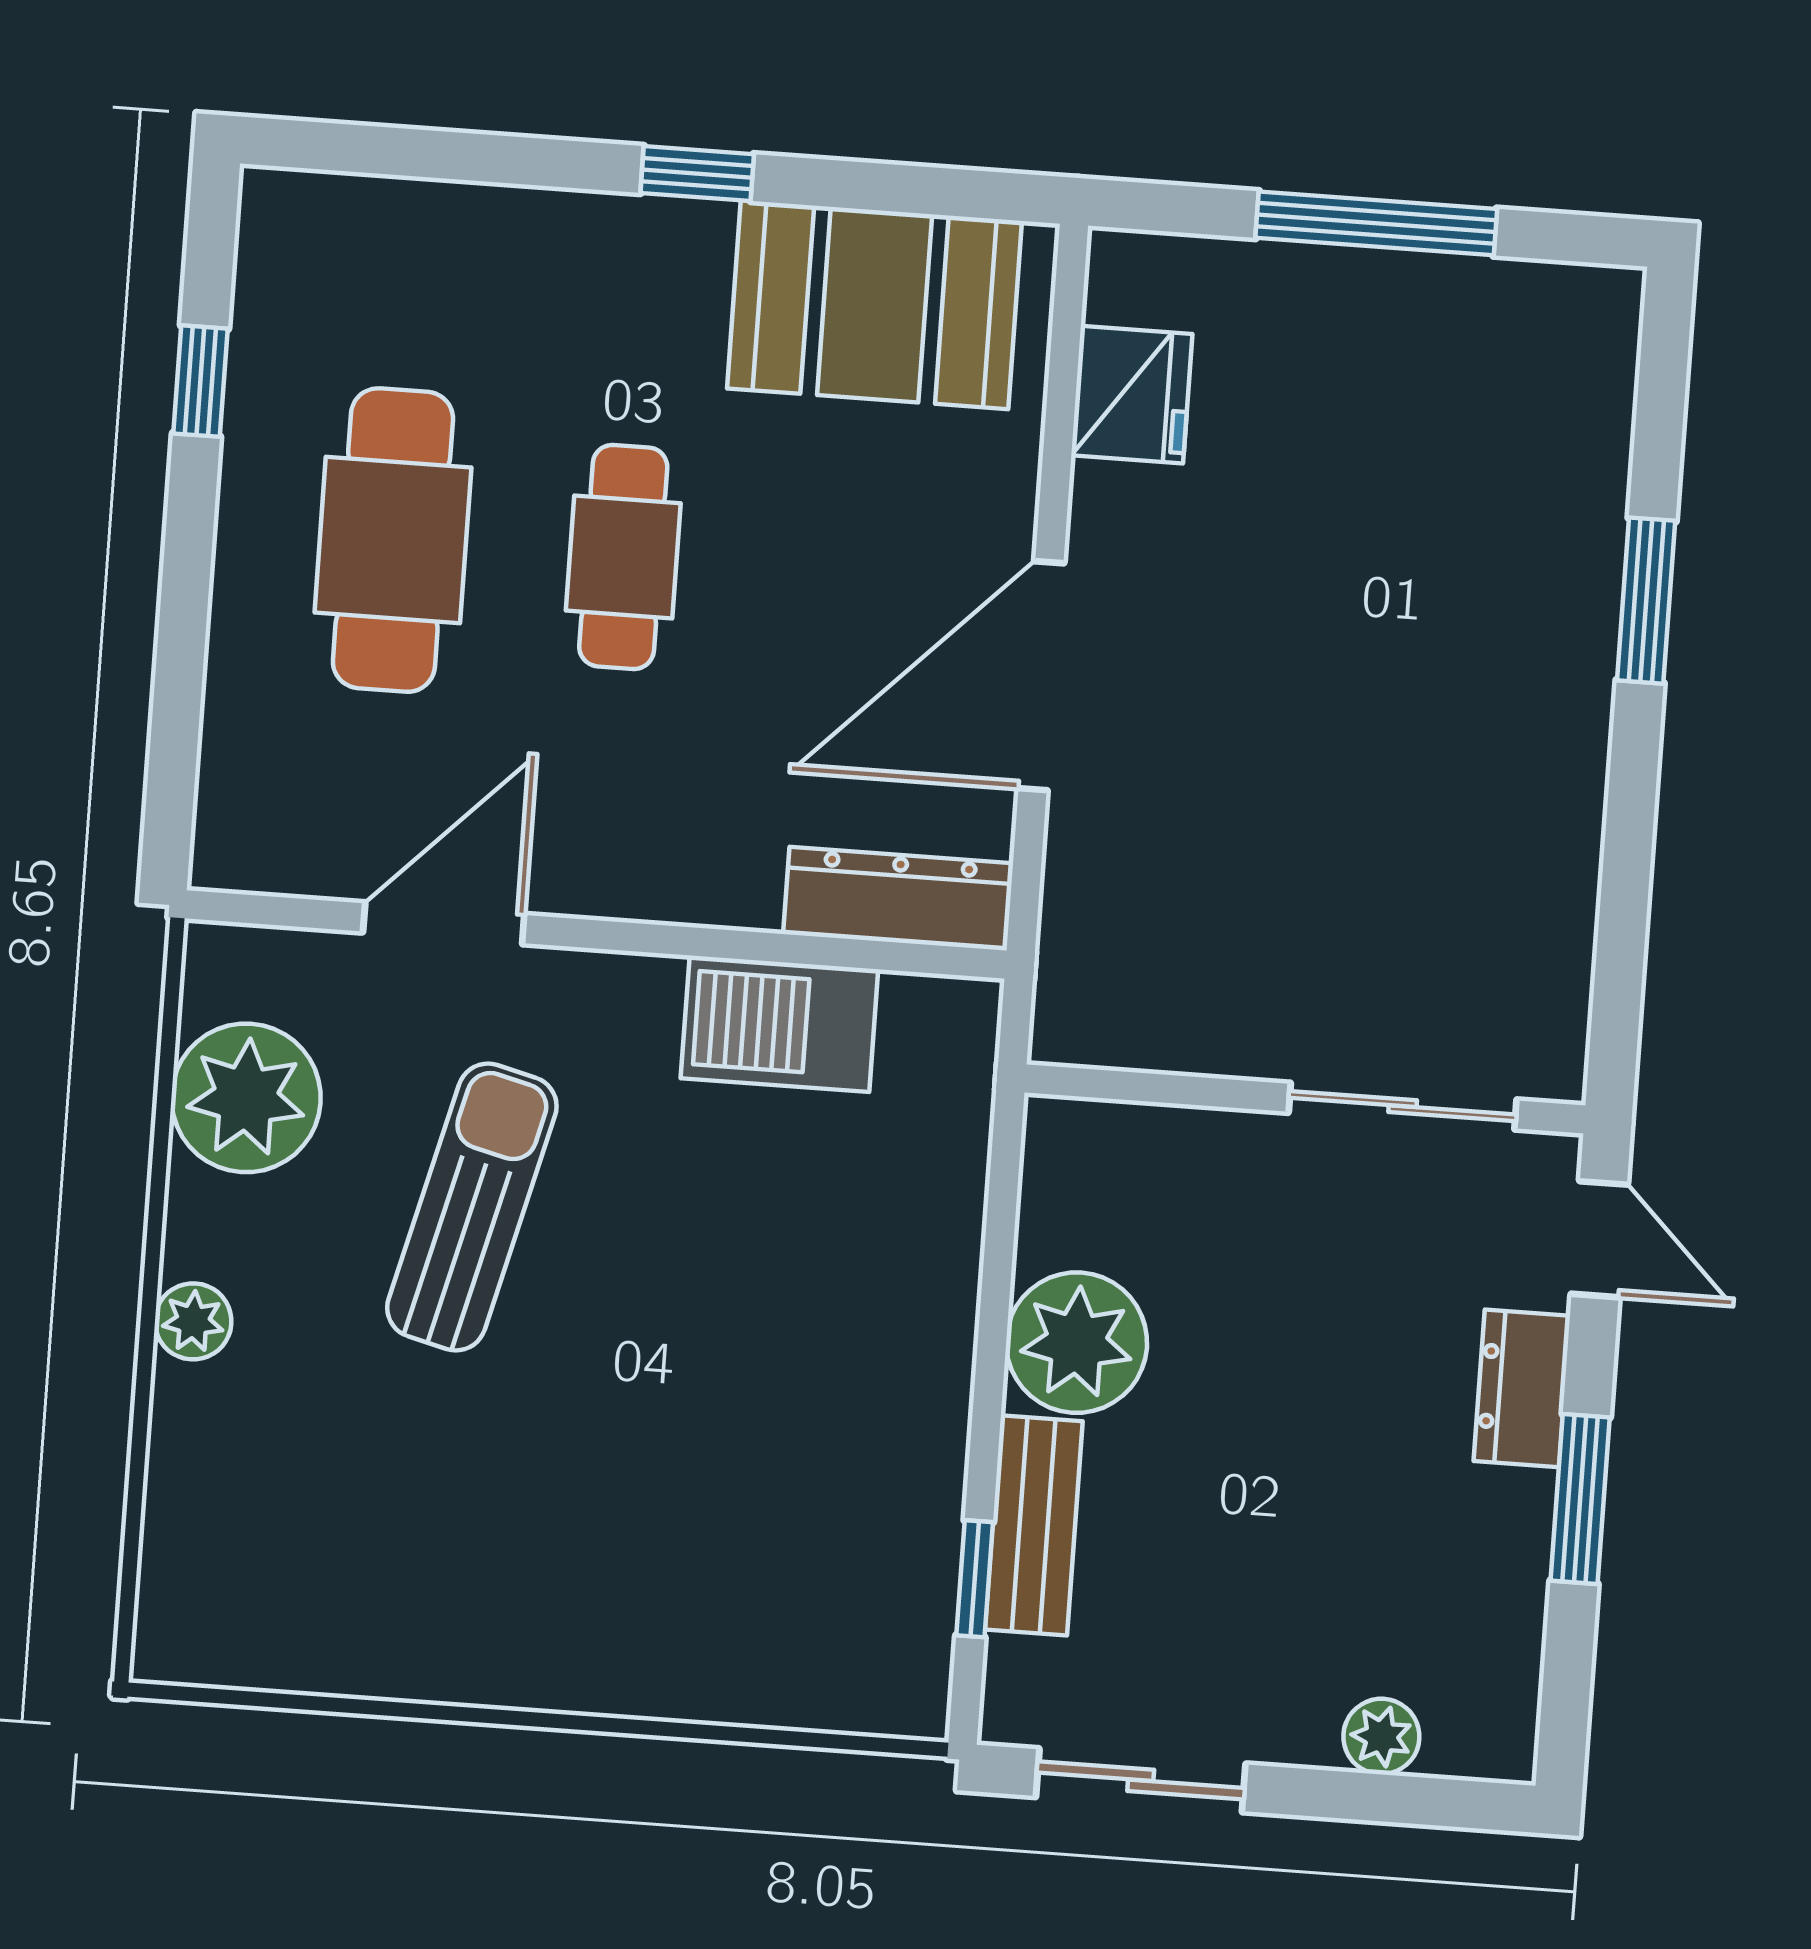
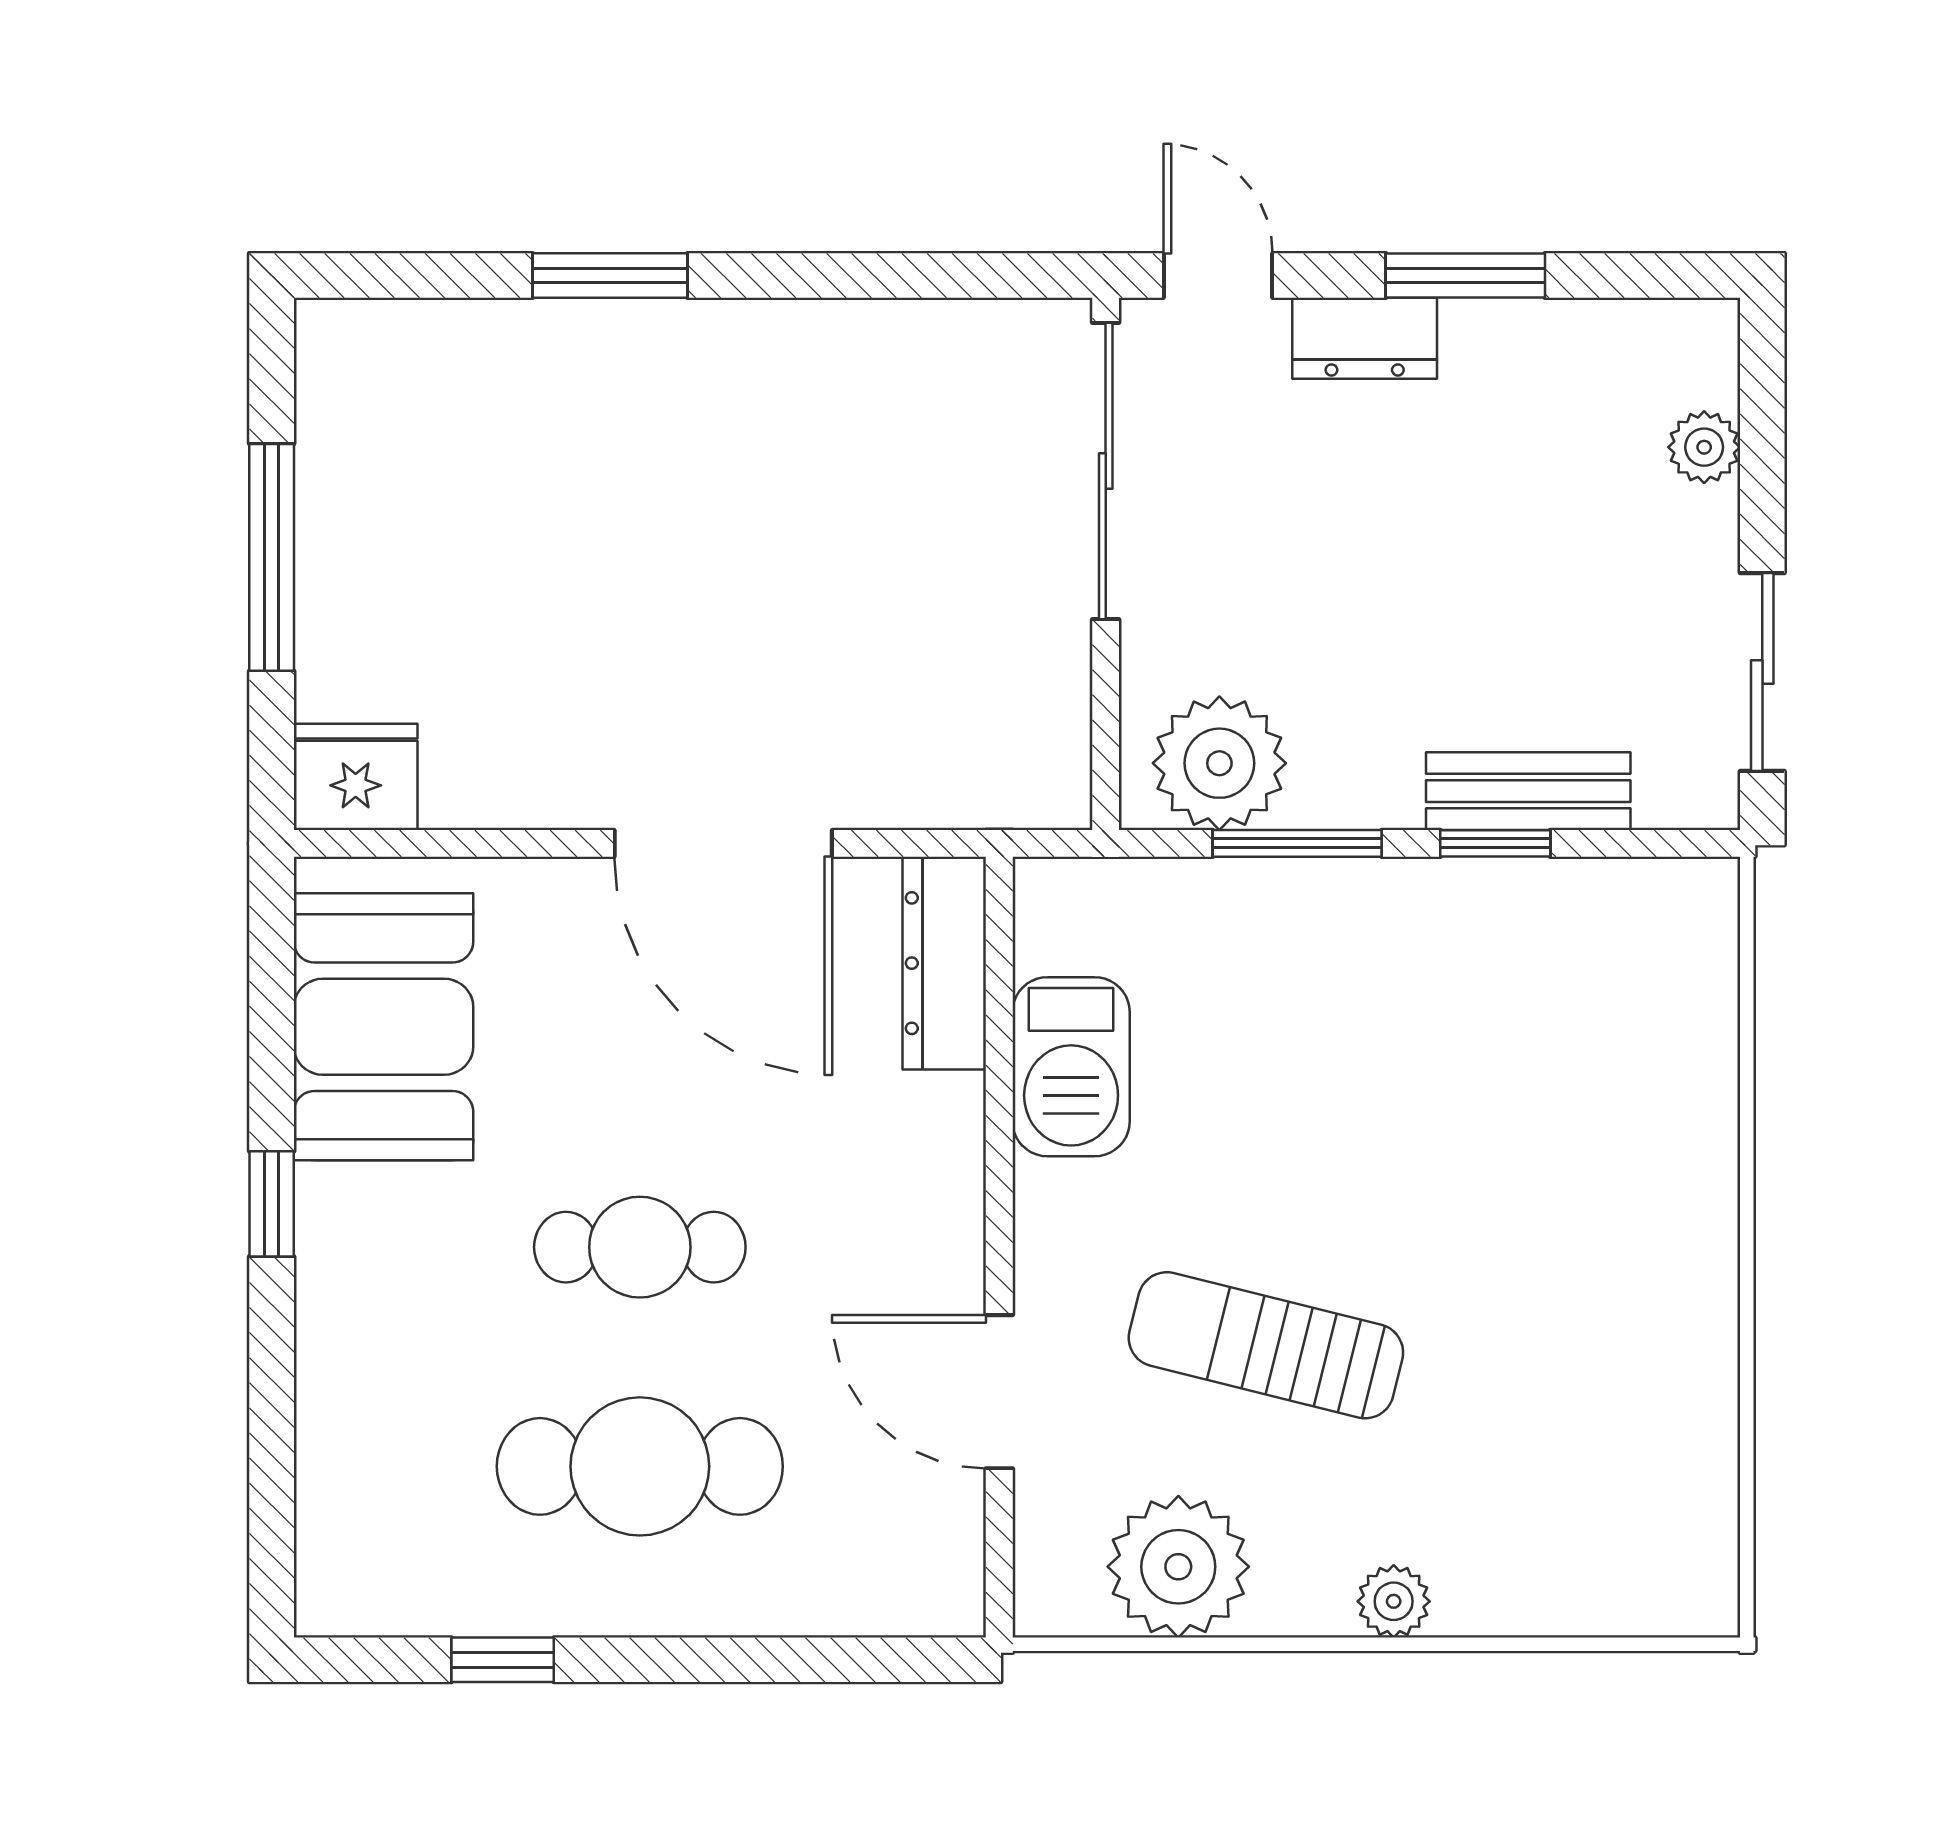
fridge: (1132, 395) -> (356, 777), moved
sliding door: (1403, 1106) -> (1106, 471), width x1.37
door: (1599, 1239) -> (1218, 275), hinge flipped
window: (997, 1278) -> (1297, 843), added
plant: (1077, 1343) -> (1219, 763), moved
window: (975, 1579) -> (1495, 843), moved

